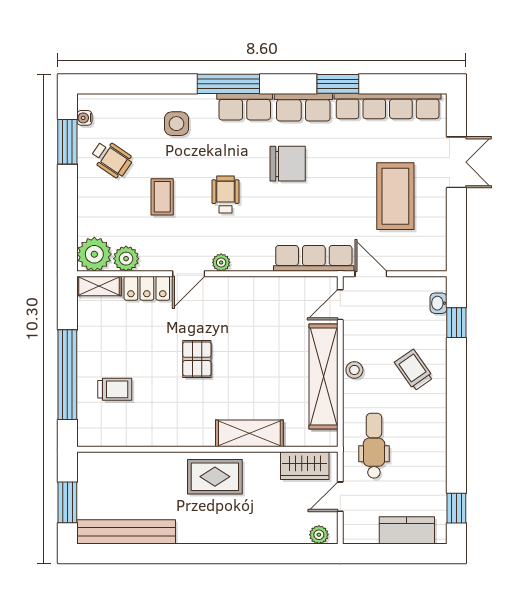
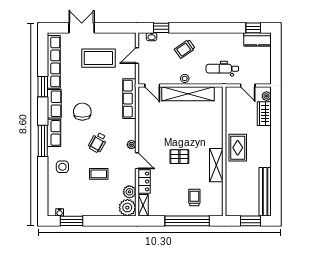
wheelchair: (112, 159) -> (80, 199), removed
wheelchair: (225, 195) -> (98, 142), turned -61
door: (371, 274) -> (137, 55), moved
shelving: (249, 433) -> (216, 165), moved
wardrobe: (305, 466) -> (264, 114), moved, turned 180
kitchen counter: (407, 530) -> (258, 39), moved, turned -90

